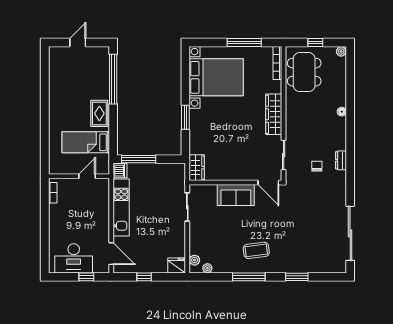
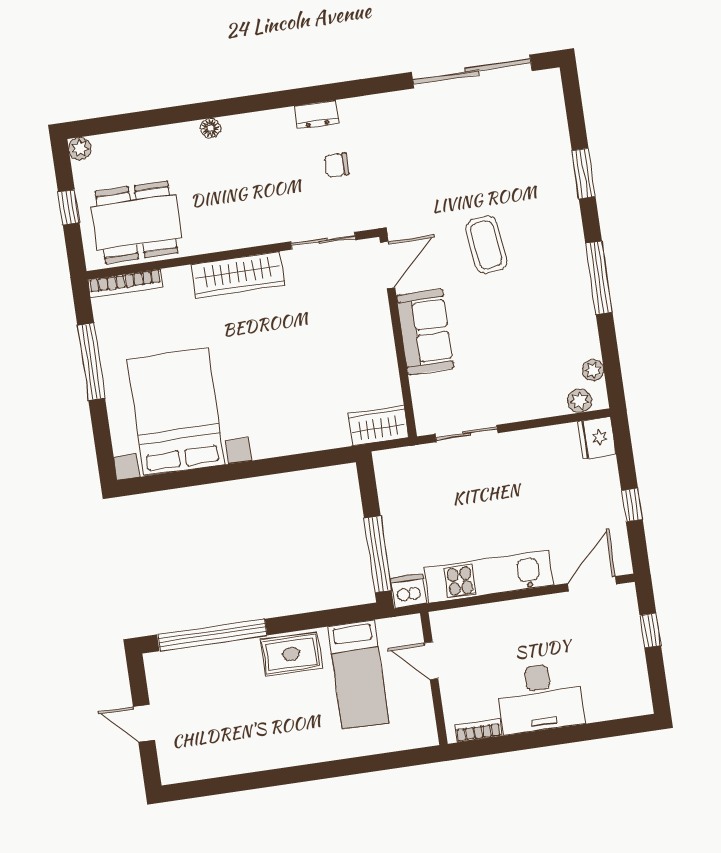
window: (185, 117) -> (272, 466), removed
coffee table: (256, 250) -> (486, 245), moved
desk: (74, 258) -> (540, 698), moved, turned 90

